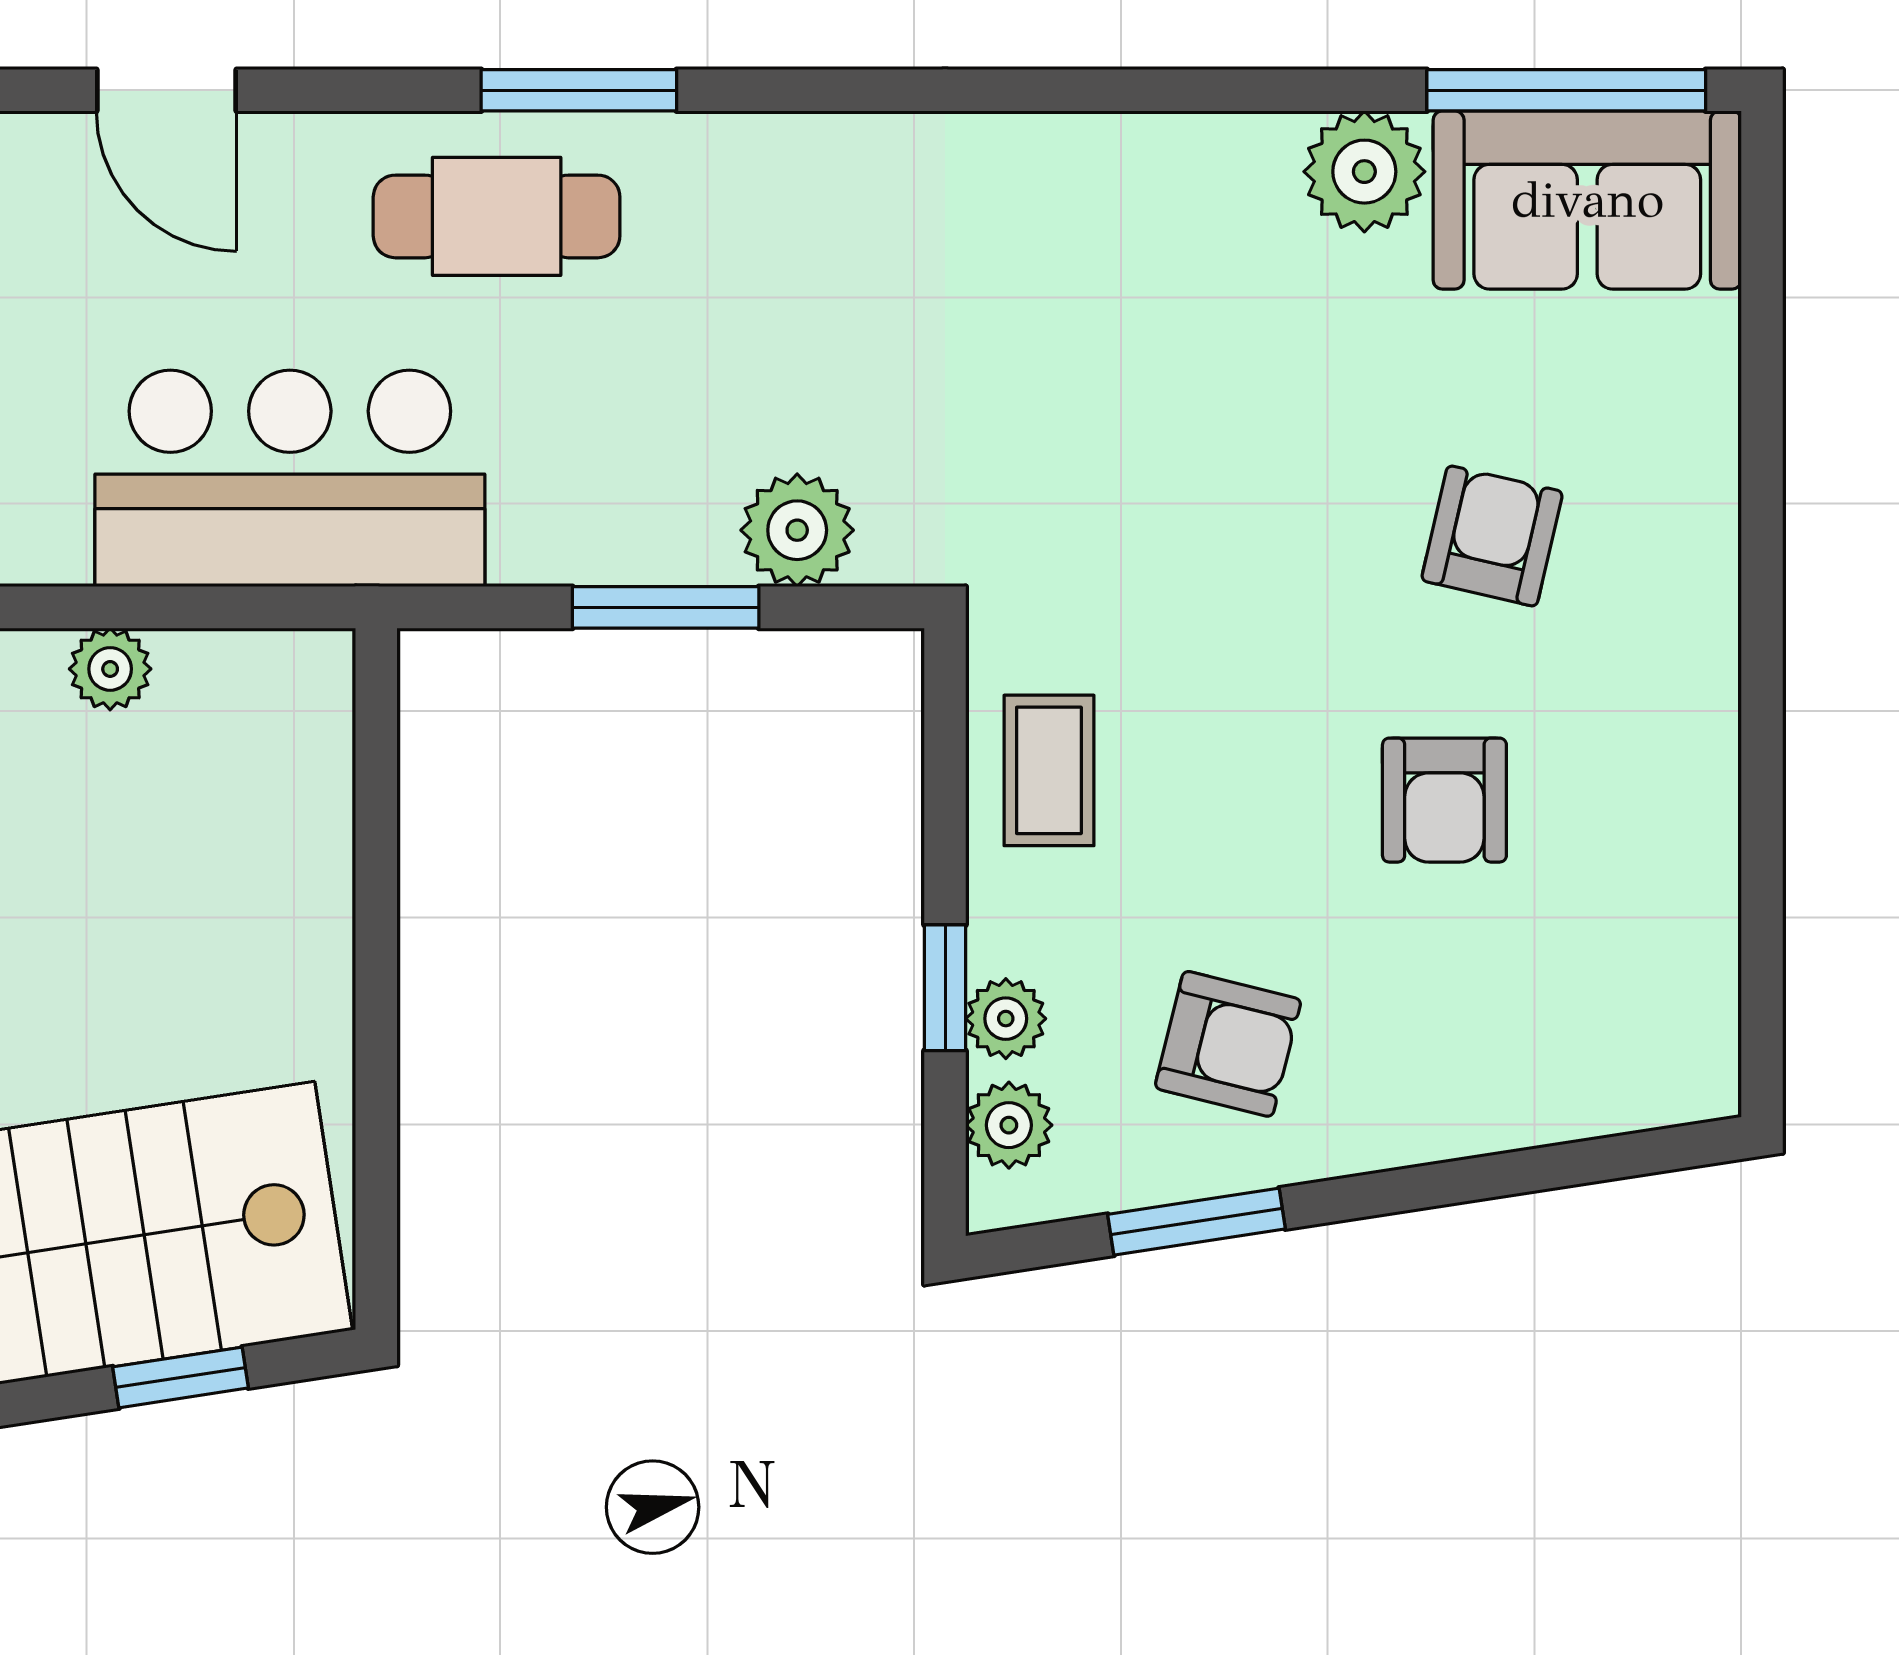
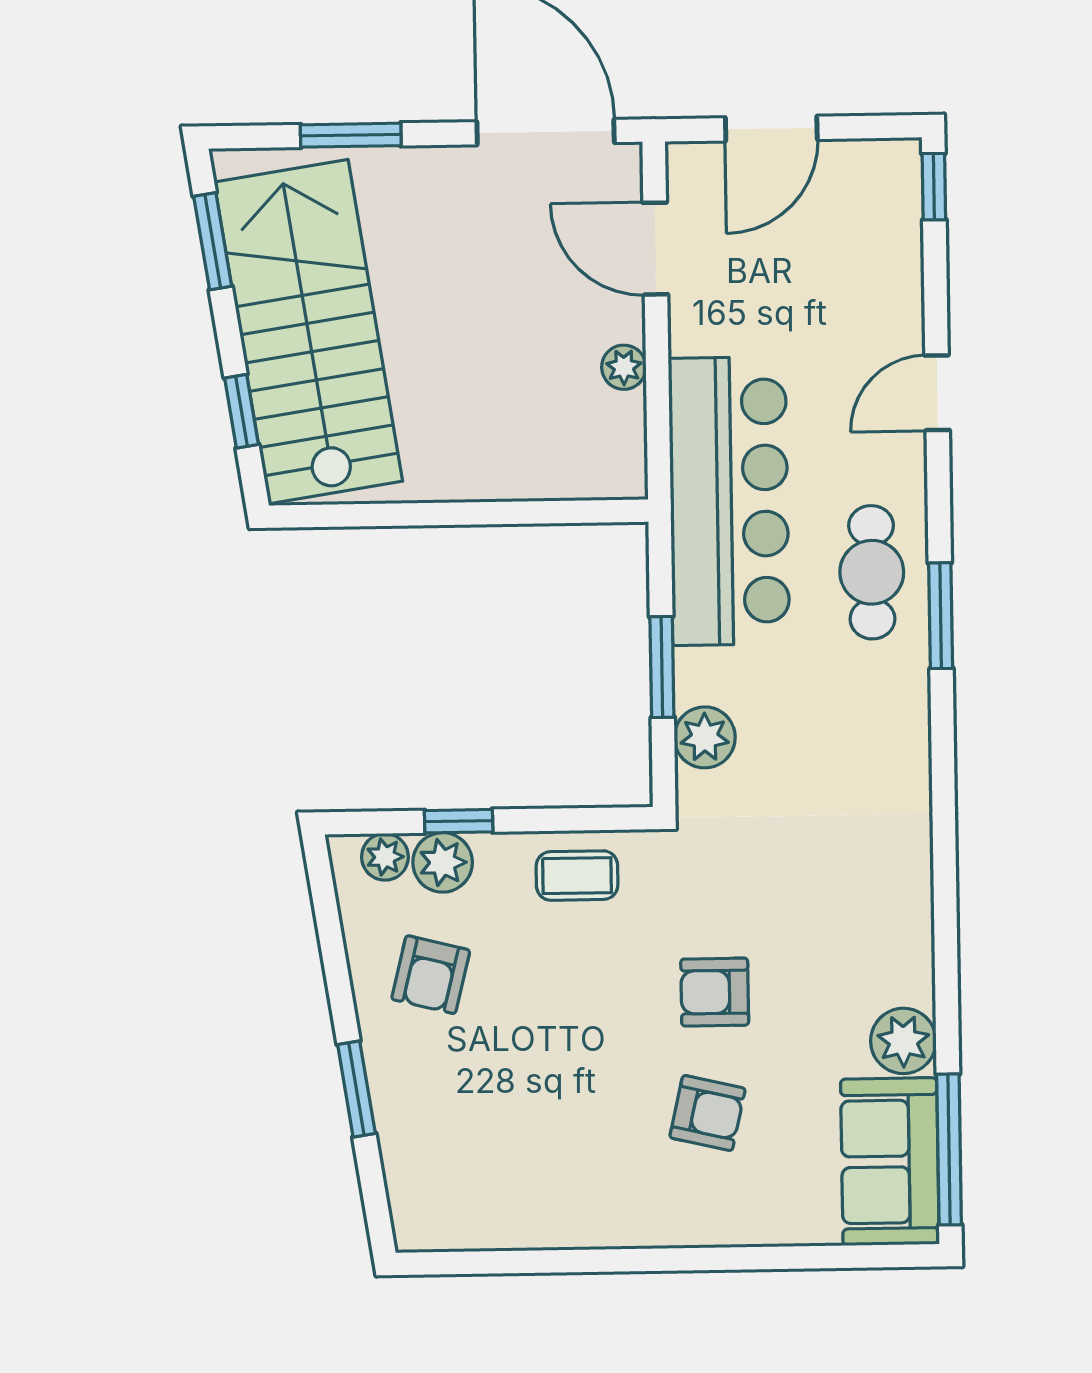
bar counter: (290, 478) -> (729, 501), width x1.36
armchair: (1444, 800) -> (715, 992), moved
plant: (1006, 1019) -> (443, 862), width x1.38, depth x1.38
window: (1196, 1222) -> (356, 1089), moved

